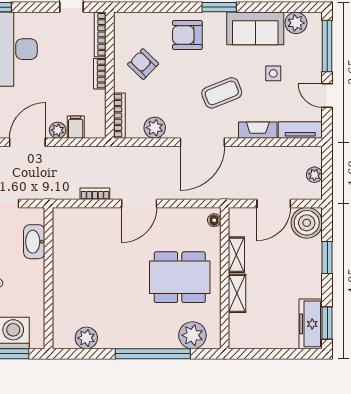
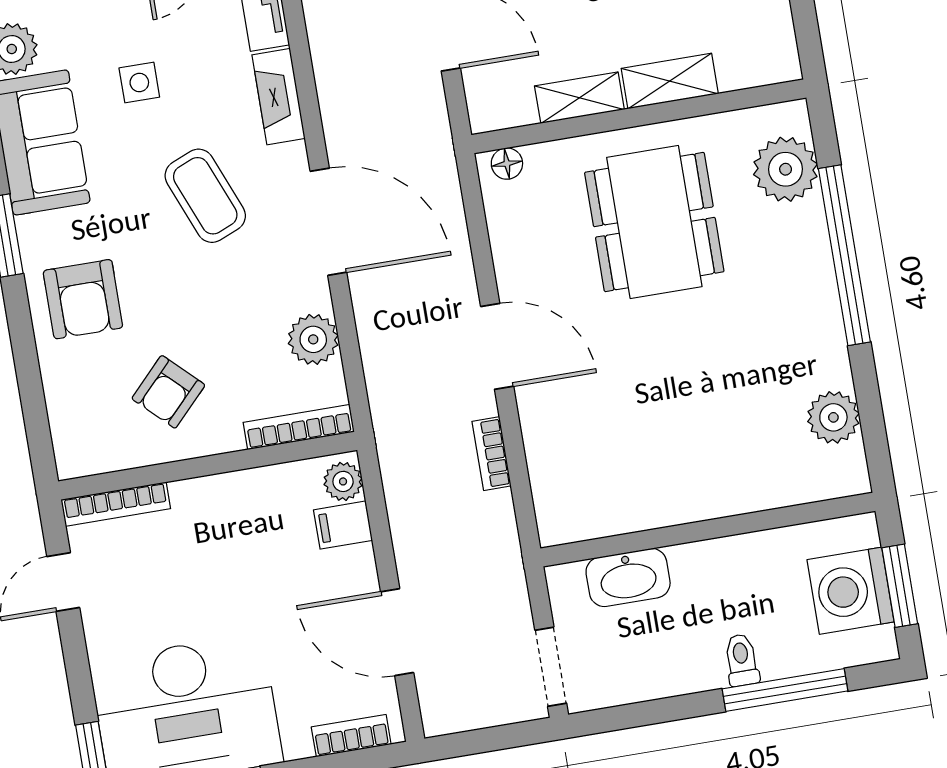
bookcase: (100, 74) -> (208, 490), removed
plant: (58, 130) -> (343, 481), moved

